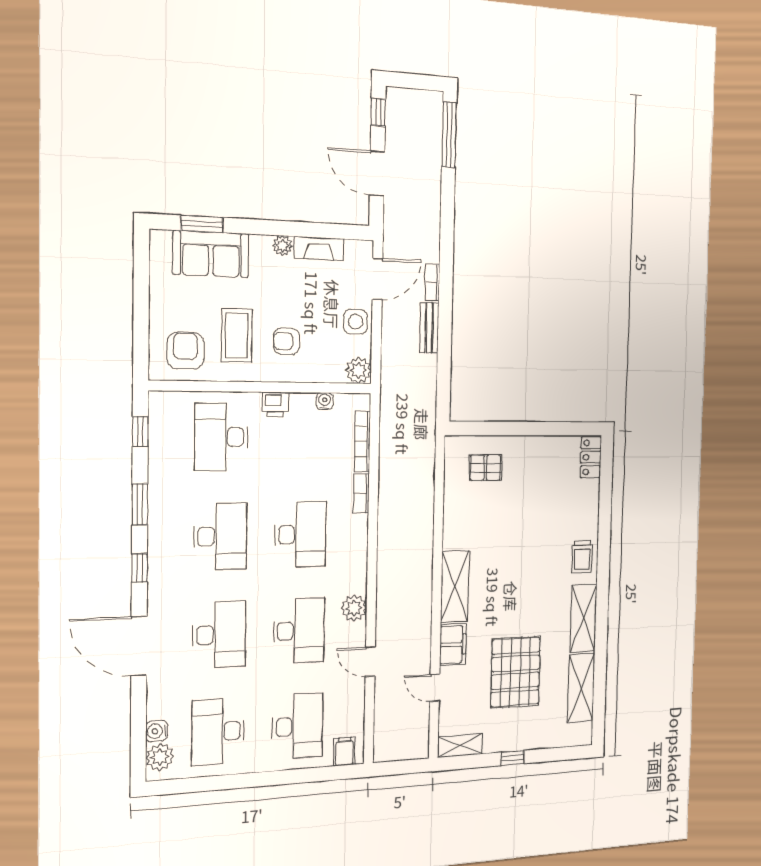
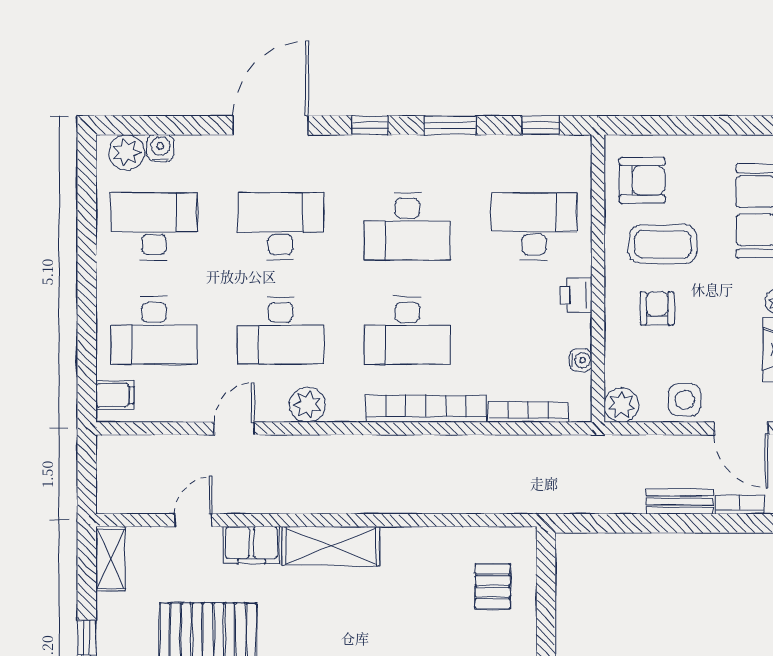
bookcase: (361, 493) -> (426, 409), width x2.31, depth x1.31
desk: (219, 635) -> (281, 226), turned 180

